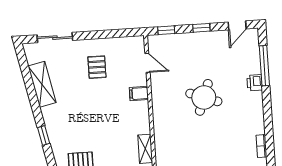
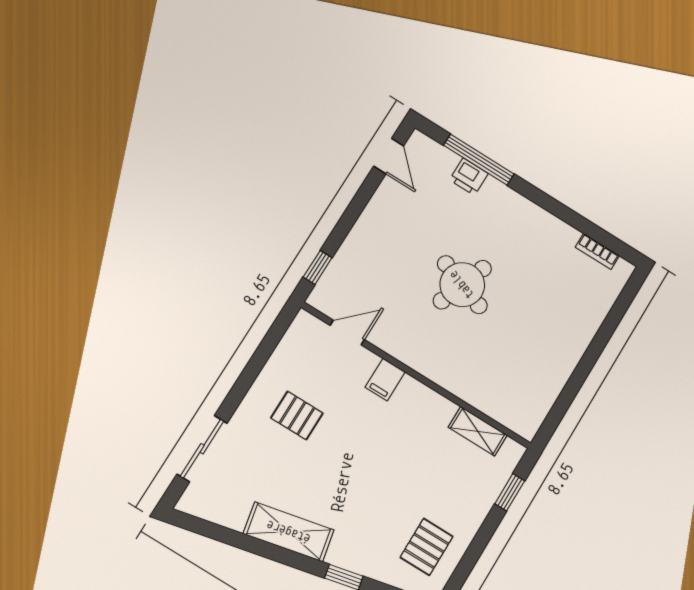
window: (201, 28) -> (353, 212), removed
printer: (255, 83) -> (469, 177), moved
shelving: (42, 84) -> (289, 532), moved

